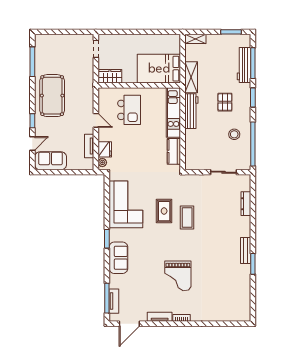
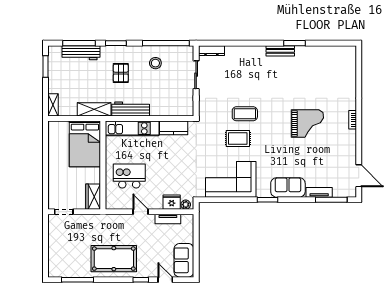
pallet: (225, 102) -> (121, 73), turned 90
door: (96, 120) -> (141, 212), hinge flipped
dresser: (246, 204) -> (211, 51), moved
tv unit: (114, 301) -> (319, 192), moved
tv unit: (160, 317) -> (351, 143), removed

